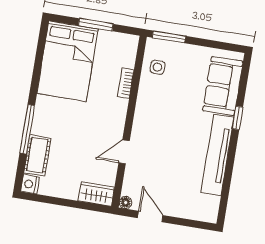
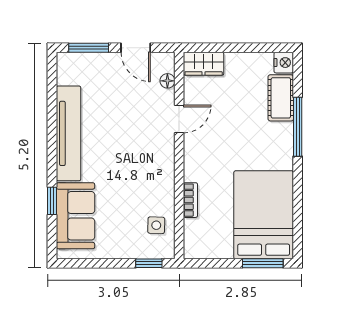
window: (96, 25) -> (263, 263), moved
window: (169, 37) -> (149, 263), width x0.67
window: (238, 118) -> (52, 201), moved
floor lamp: (126, 203) -> (167, 81), moved
window: (189, 223) -> (89, 48), added

